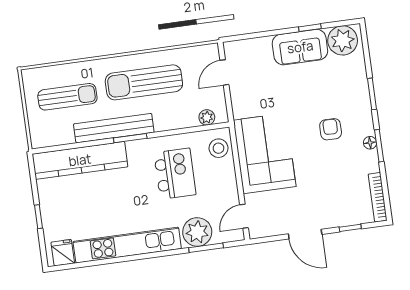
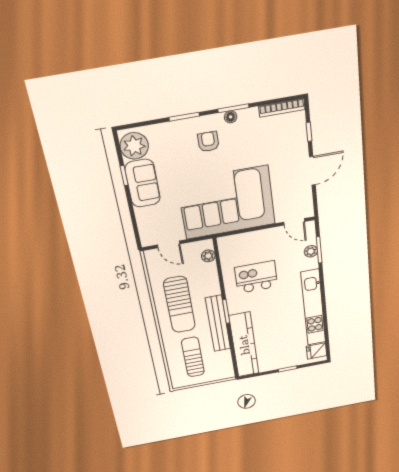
armchair: (331, 129) -> (208, 142), moved, turned 90
stool: (218, 148) -> (235, 245), removed
corner sofa: (265, 153) -> (227, 203), width x1.36, depth x1.36
plant: (197, 232) -> (311, 251), width x0.53, depth x0.53

